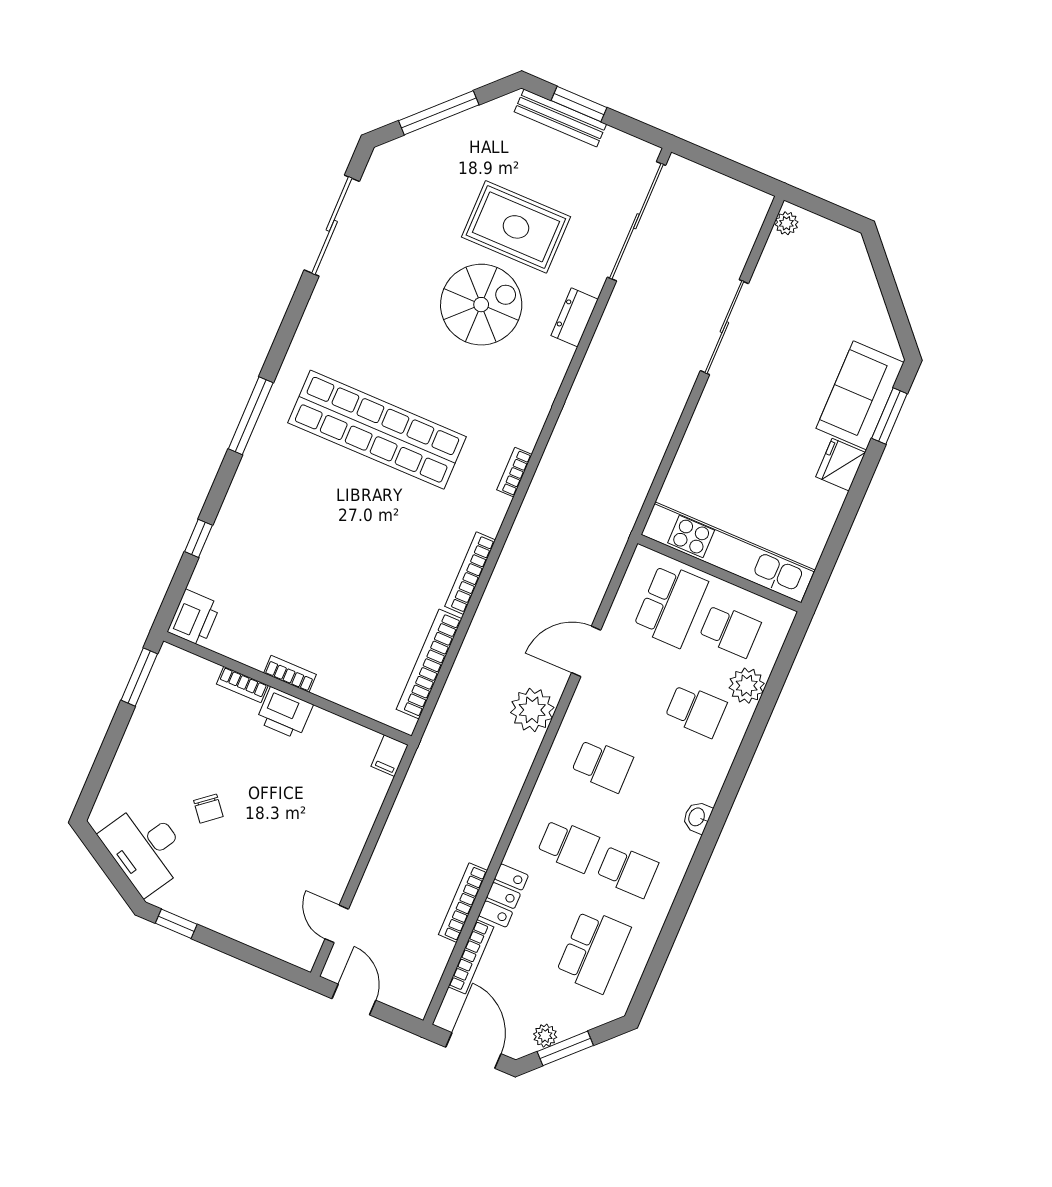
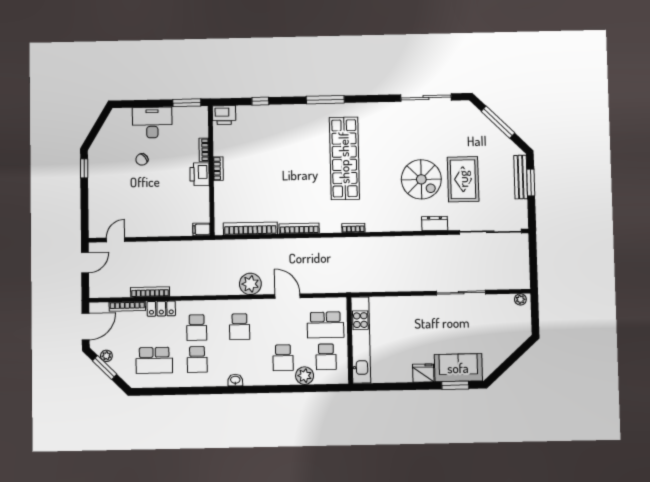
desk: (145, 848) -> (152, 123), moved, turned 59

